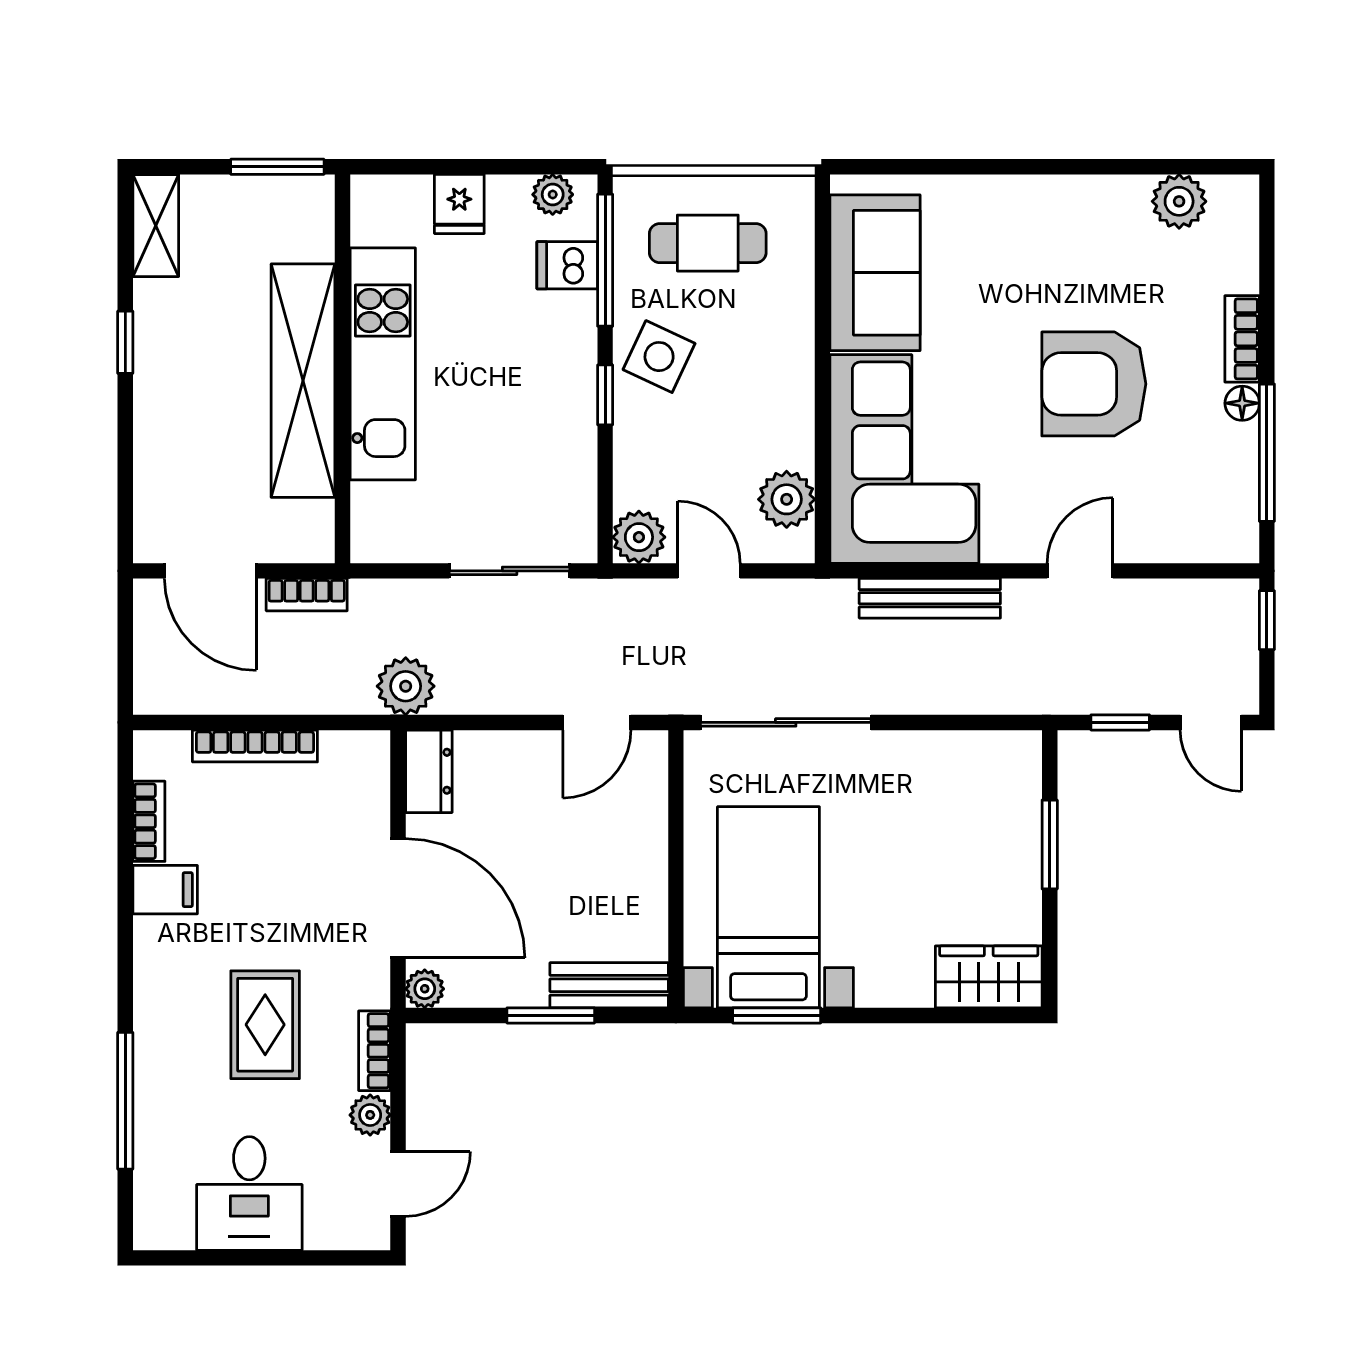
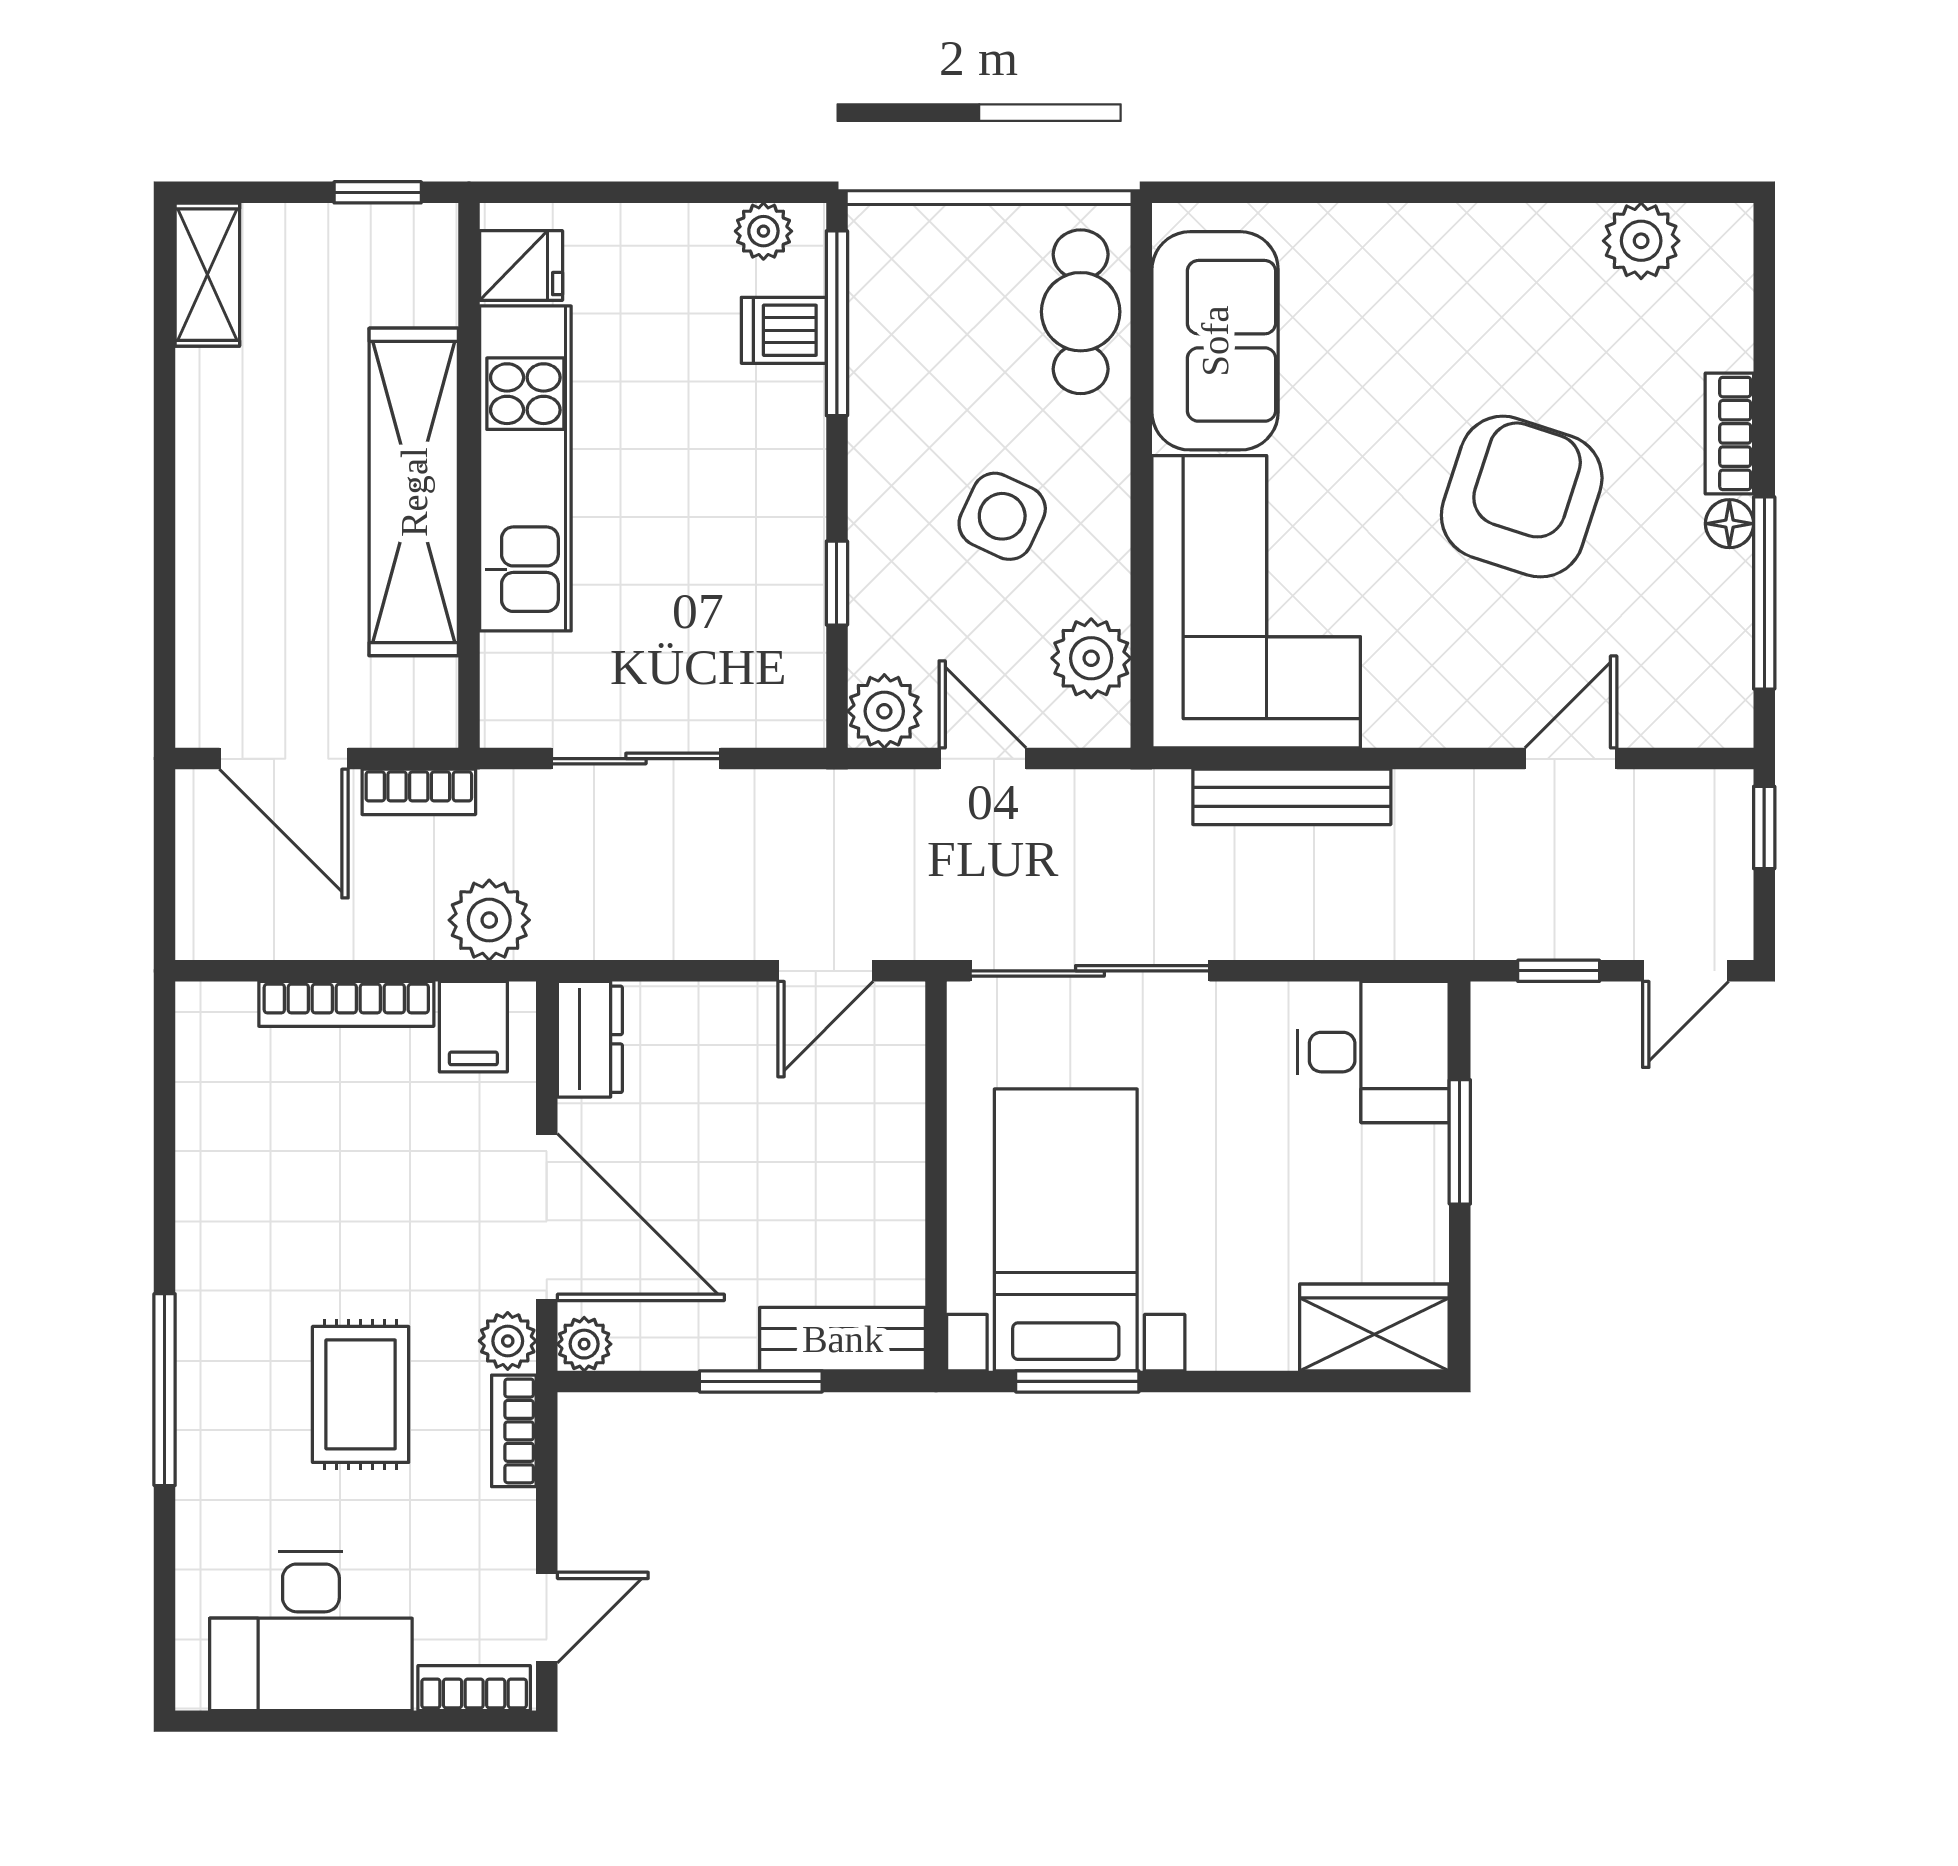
window: (277, 167) -> (378, 192), width x0.67
fridge: (459, 204) -> (521, 265), moved, turned -90
cafe table: (708, 243) -> (1081, 312), moved, turned 90
window: (125, 342) -> (165, 438), removed
side table: (659, 357) -> (1002, 516), moved
armchair: (1094, 384) -> (1522, 497), turned 108
window: (605, 395) -> (837, 583), moved
sliding door: (510, 571) -> (636, 759), moved
door: (1080, 571) -> (1571, 759), moved
plant: (406, 686) -> (489, 920), moved
door: (1211, 722) -> (1686, 971), hinge flipped
desk: (988, 780) -> (1373, 1052), added
bookcase: (149, 821) -> (474, 1688), moved, turned -90
filing cabinet: (165, 890) -> (473, 1027), moved, turned 90
window: (125, 1101) -> (165, 1390), moved
plant: (370, 1115) -> (508, 1341), moved
desk: (249, 1194) -> (311, 1631), width x1.37

